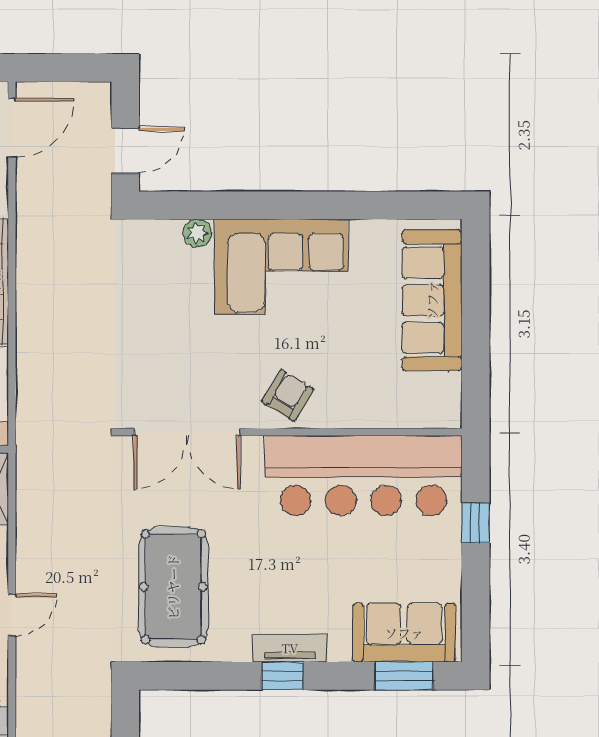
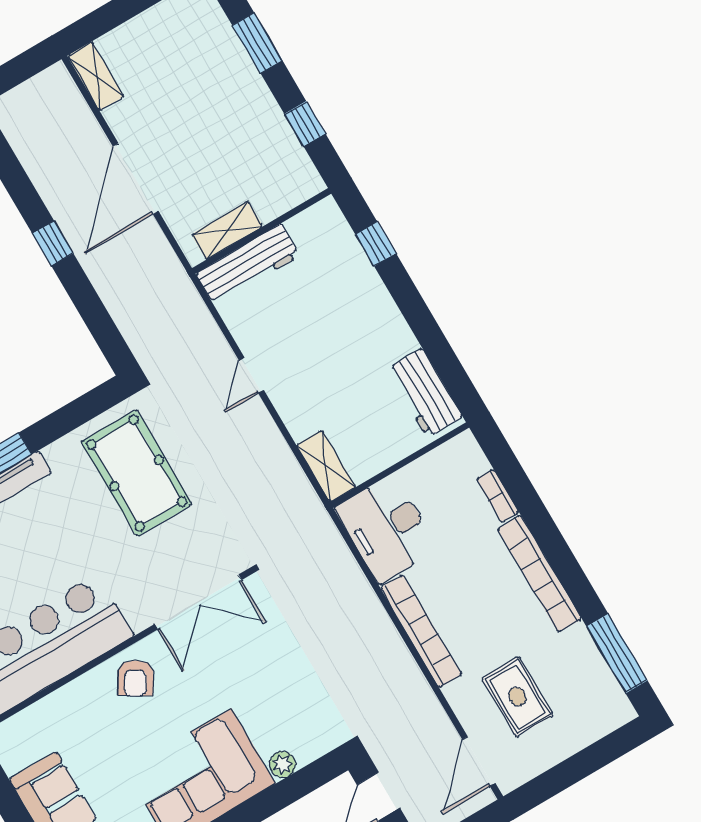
double door: (187, 432) -> (198, 602), swing flipped

